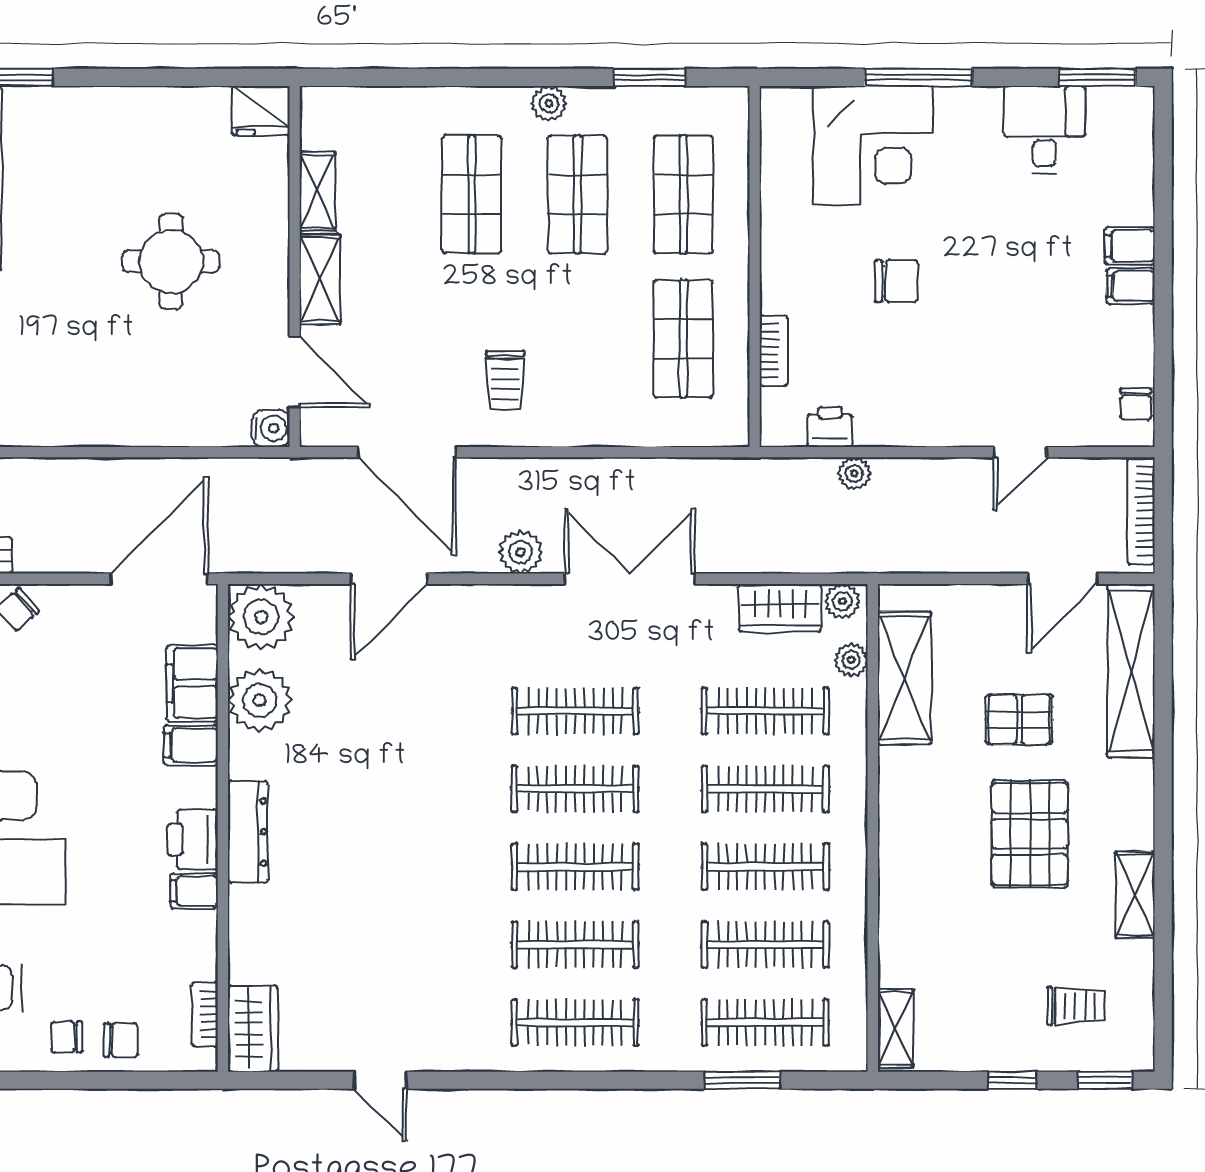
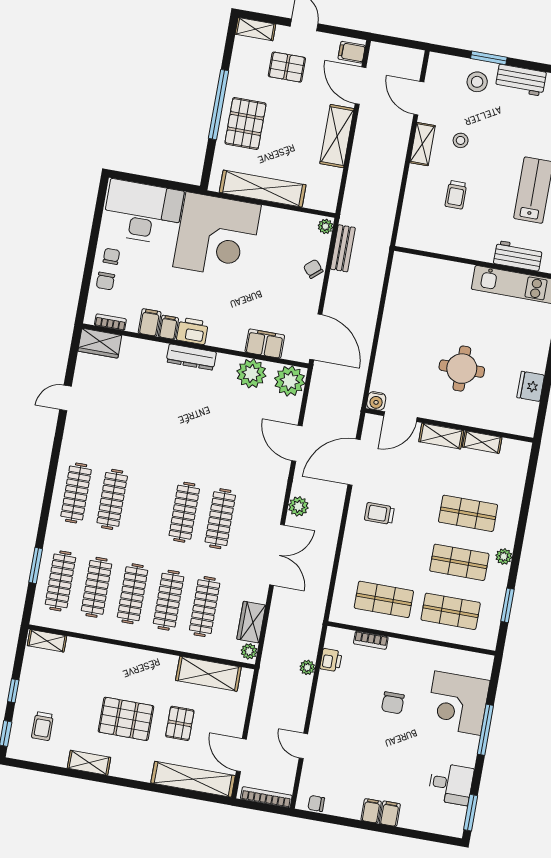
fridge: (261, 111) -> (531, 386), moved
plant: (851, 660) -> (221, 651), removed
filing cabinet: (191, 745) -> (150, 322), moved
clothes rail: (575, 867) -> (148, 506), removed

